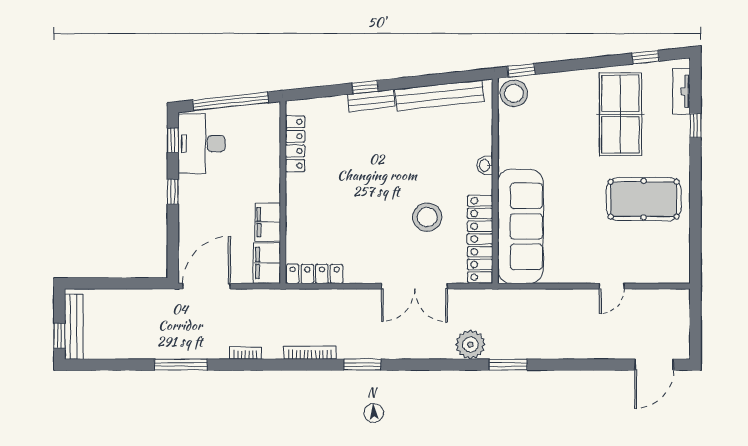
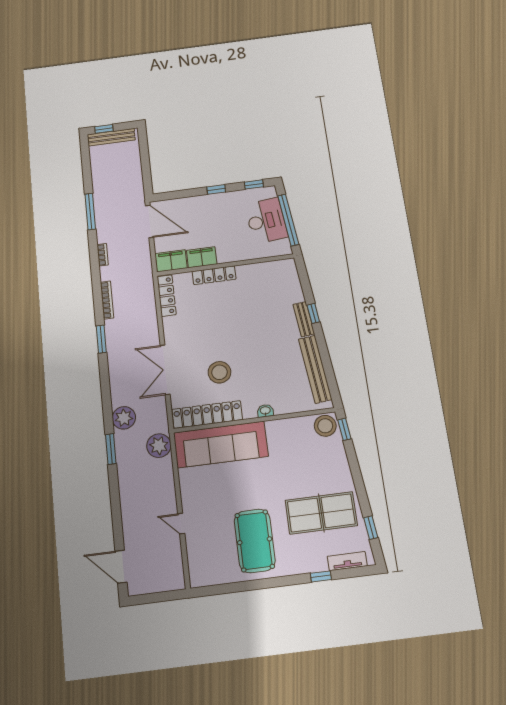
desk: (202, 144) -> (266, 221), moved, turned 84
locker: (295, 144) -> (214, 275), moved
plant: (512, 304) -> (159, 446), added

